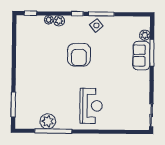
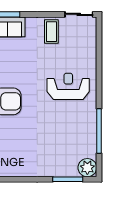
coffee table: (137, 92) -> (51, 32), added
plant: (48, 121) -> (87, 168), moved

